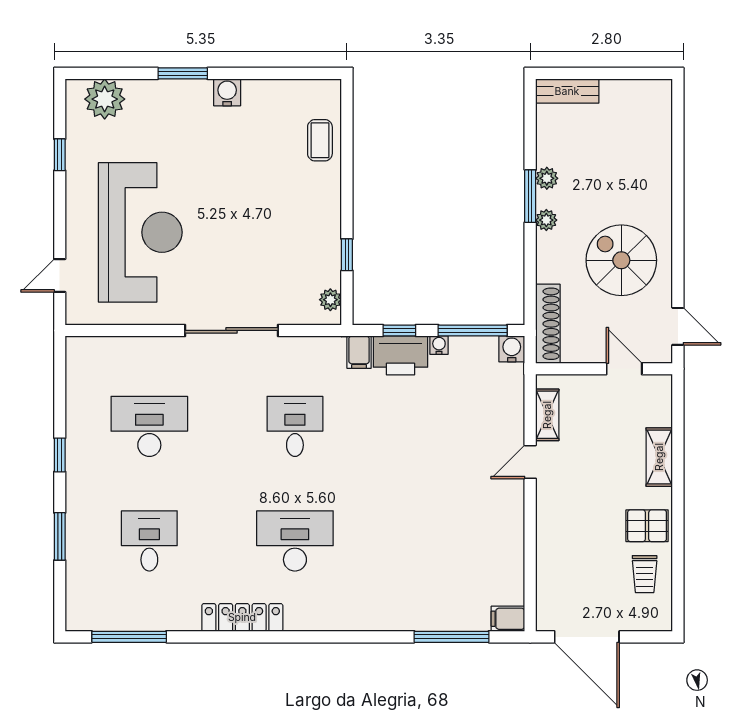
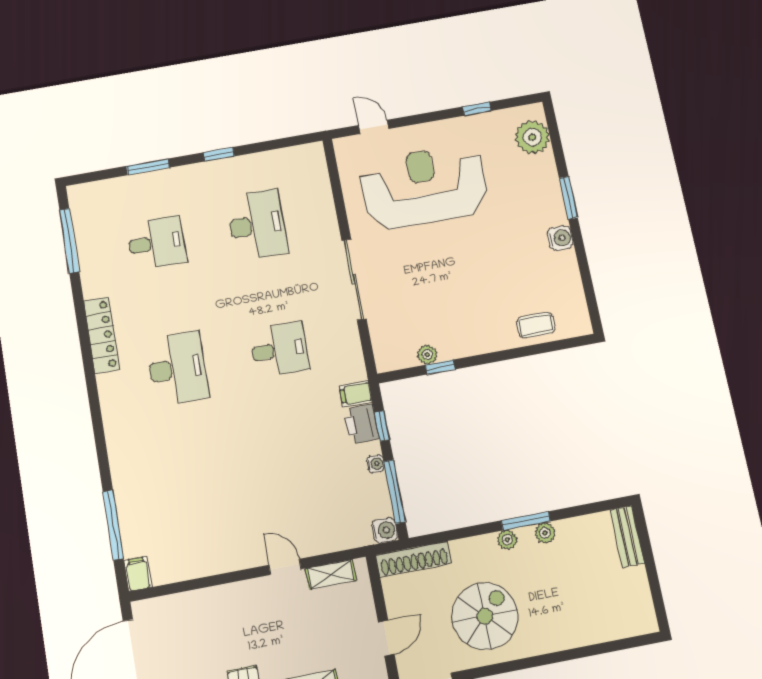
reception desk: (140, 232) -> (424, 187), turned 180
plant: (330, 300) -> (427, 355), moved
printer: (400, 355) -> (361, 424), width x0.73, depth x0.84

